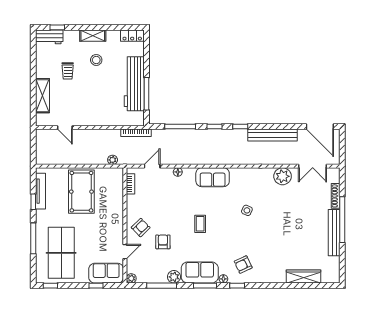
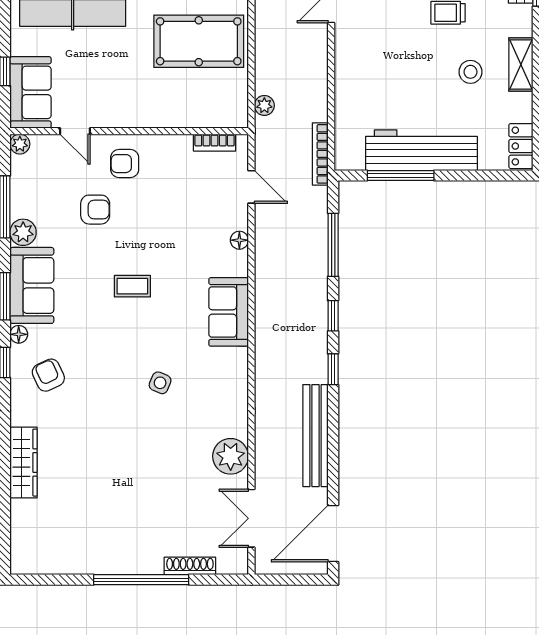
armchair: (141, 228) -> (125, 164), turned 134
bench: (334, 233) -> (114, 563), removed
wardrobe: (303, 277) -> (24, 463), moved

